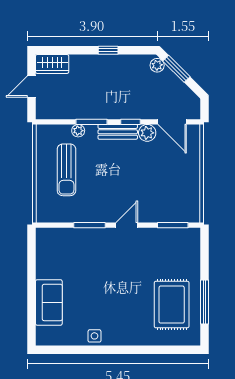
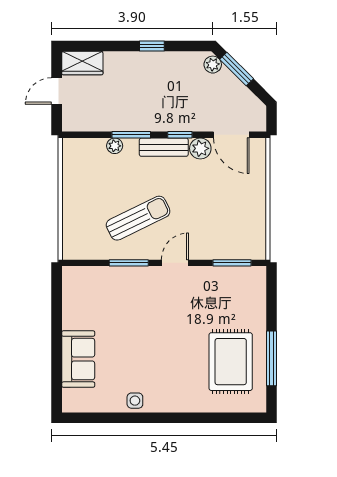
sun lounger: (66, 170) -> (138, 218), moved, turned -116

